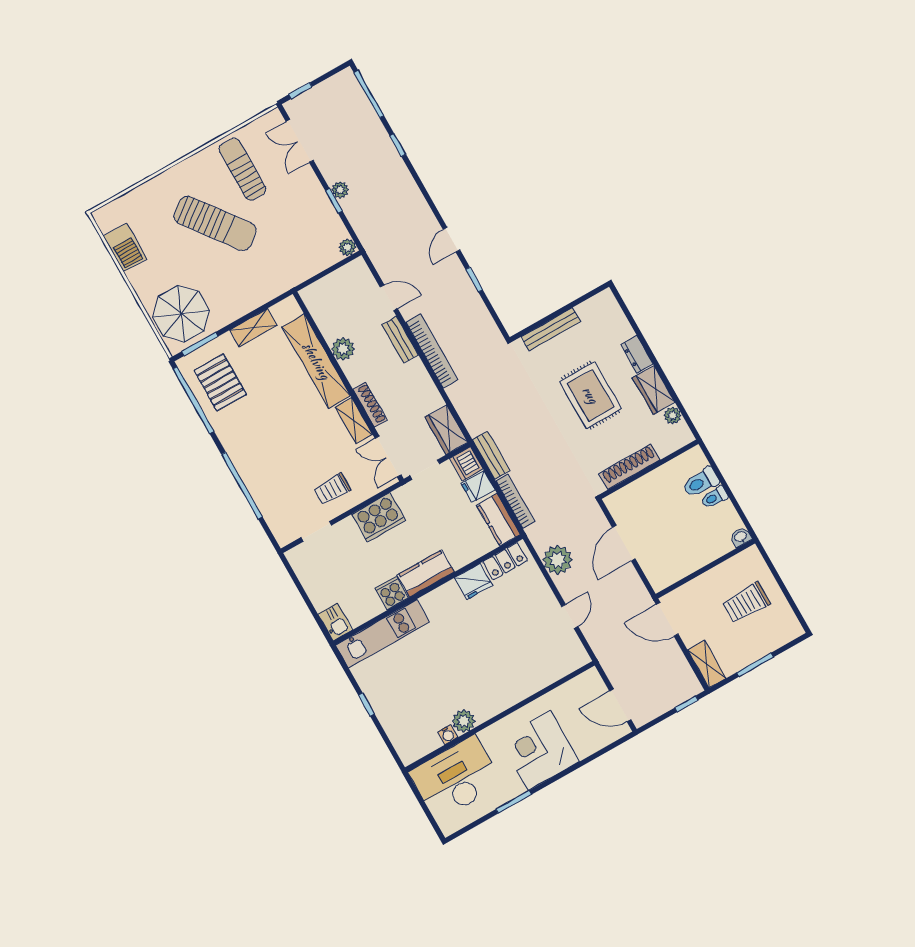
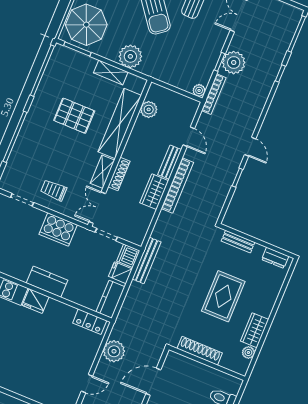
plant: (340, 190) -> (234, 63), width x1.87, depth x1.87
door: (451, 240) -> (250, 147), swing flipped
plant: (253, 293) -> (130, 56), added
bench: (551, 329) -> (238, 242), width x0.73
plant: (343, 349) -> (149, 109), moved
dresser: (637, 354) -> (275, 258), moved, turned -90
pallet: (220, 382) -> (74, 116), moved, turned 90
wardrobe: (446, 430) -> (154, 192), moved
bench: (491, 455) -> (147, 261), width x1.36
bookcase: (515, 501) -> (214, 94), moved
fridge: (474, 581) -> (36, 301), moved
cooker: (392, 593) -> (20, 271), removed

